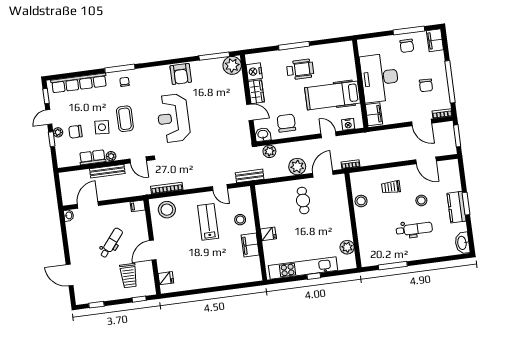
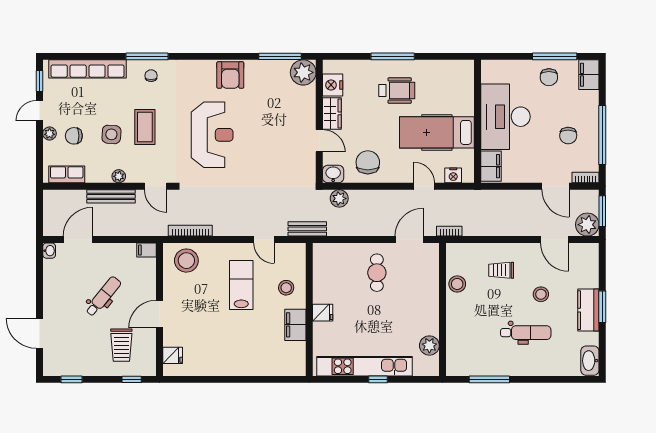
reception desk: (173, 118) -> (212, 135), turned 180
window: (52, 139) -> (40, 142), removed
row of seats: (92, 157) -> (67, 174), moved
plant: (297, 167) -> (587, 225), moved

